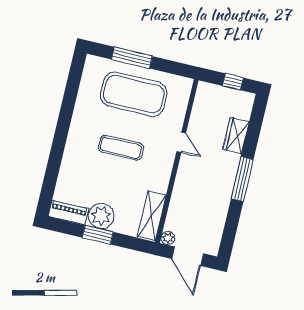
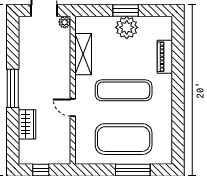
exercise mat: (121, 148) -> (124, 90), width x1.36, depth x1.45
piano: (68, 213) -> (165, 57), moved, turned 90
shelving: (152, 216) -> (83, 54), moved

